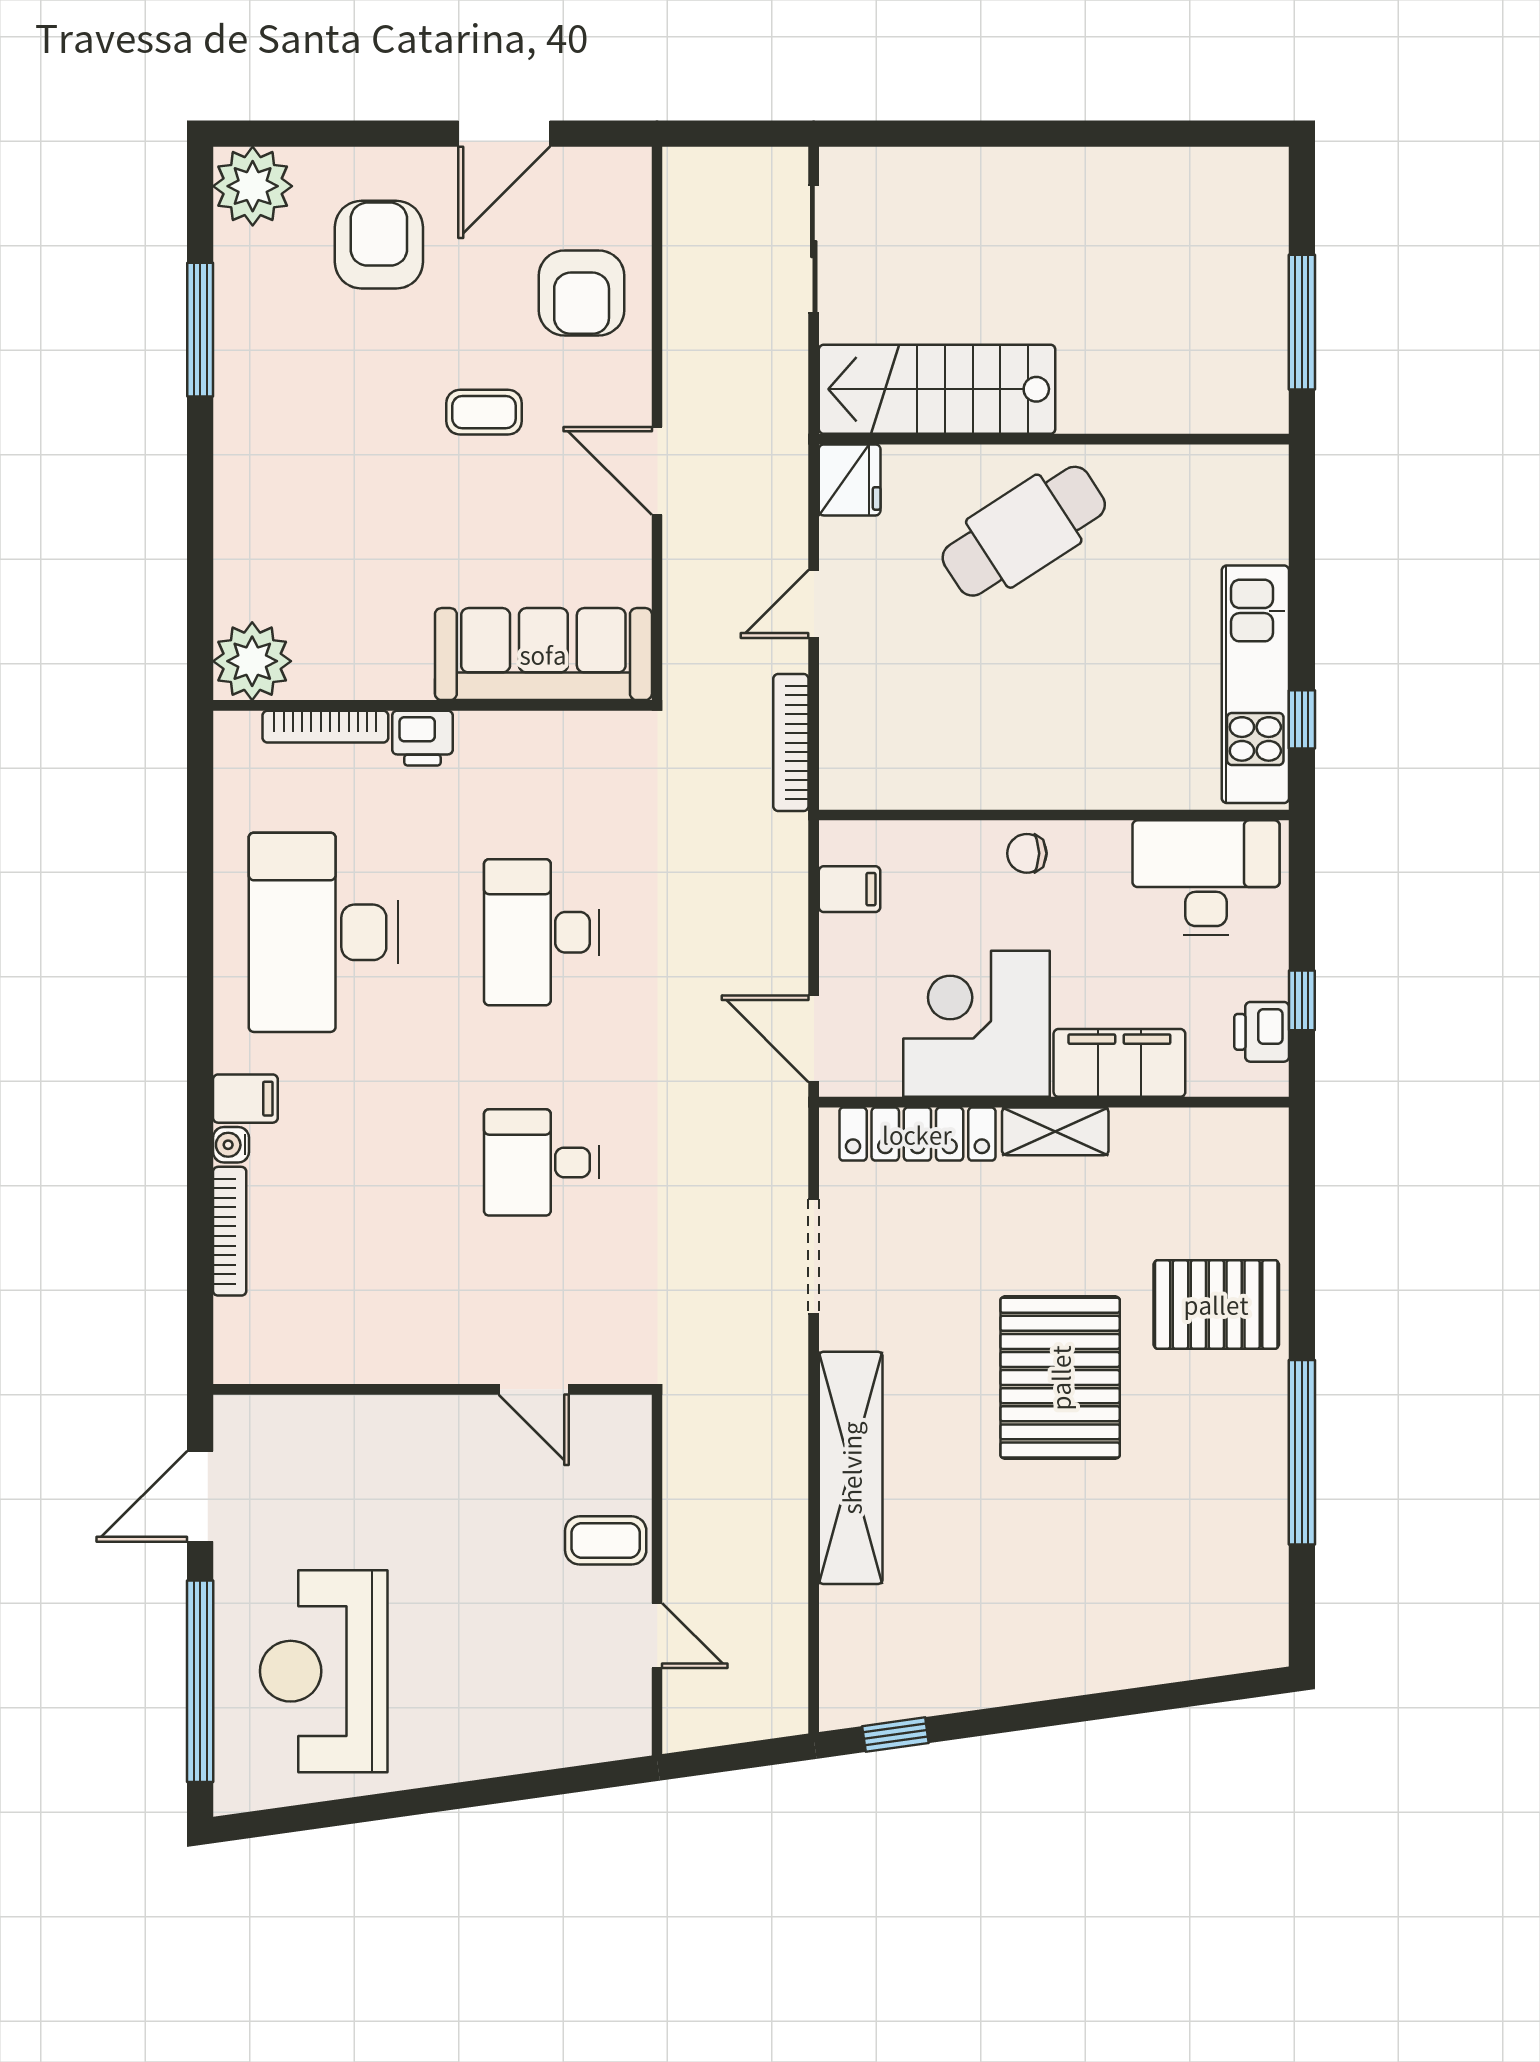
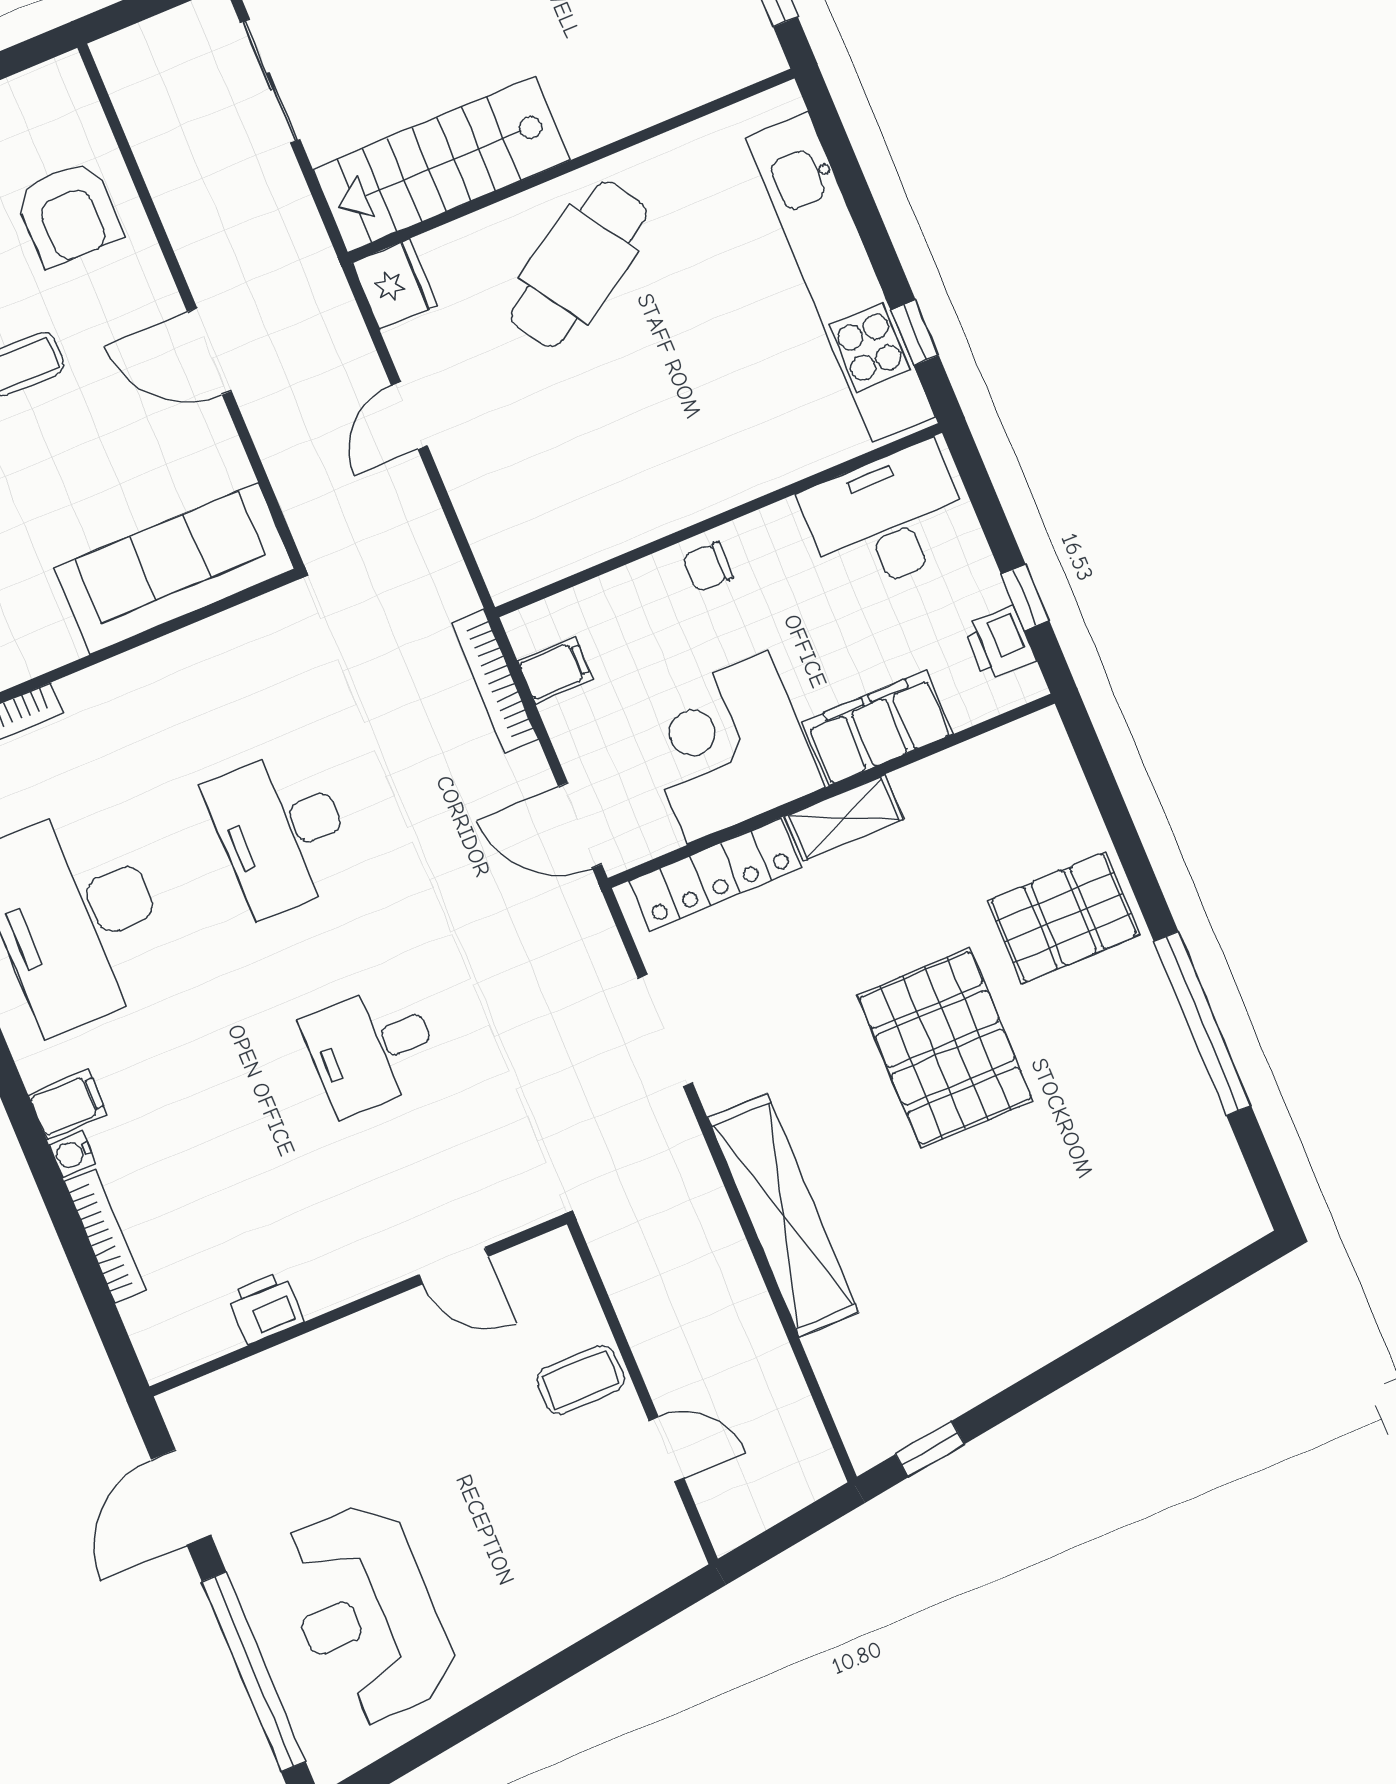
kitchen unit: (1255, 684) -> (840, 277), width x1.36
printer: (422, 738) -> (266, 1308), moved, turned 180
bookcase: (791, 743) -> (495, 681), moved

